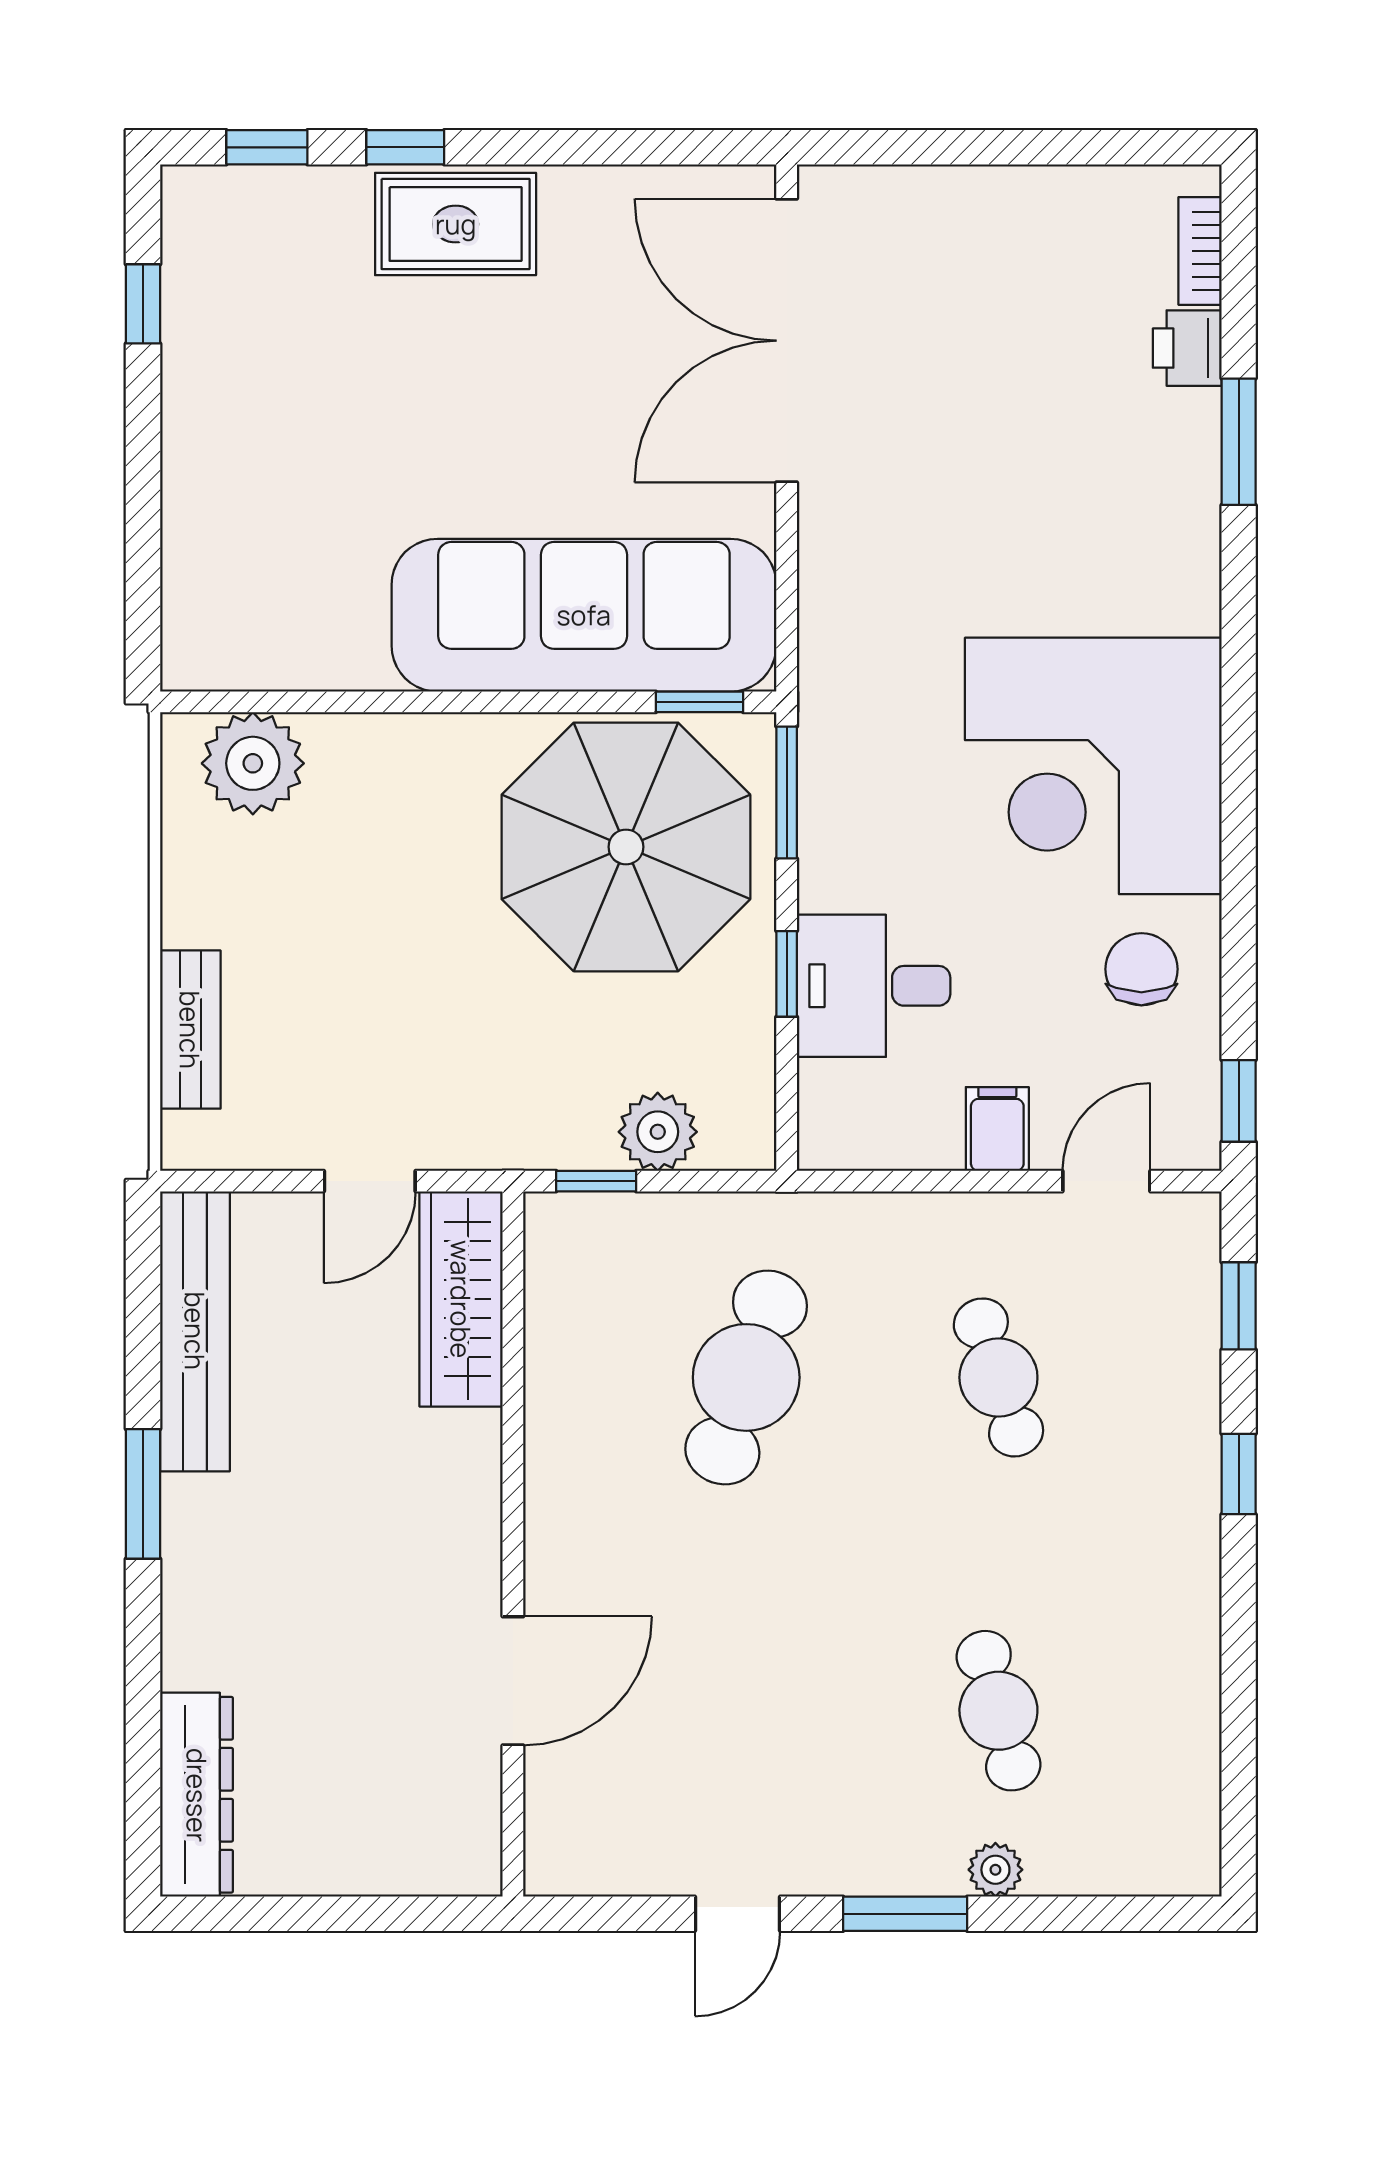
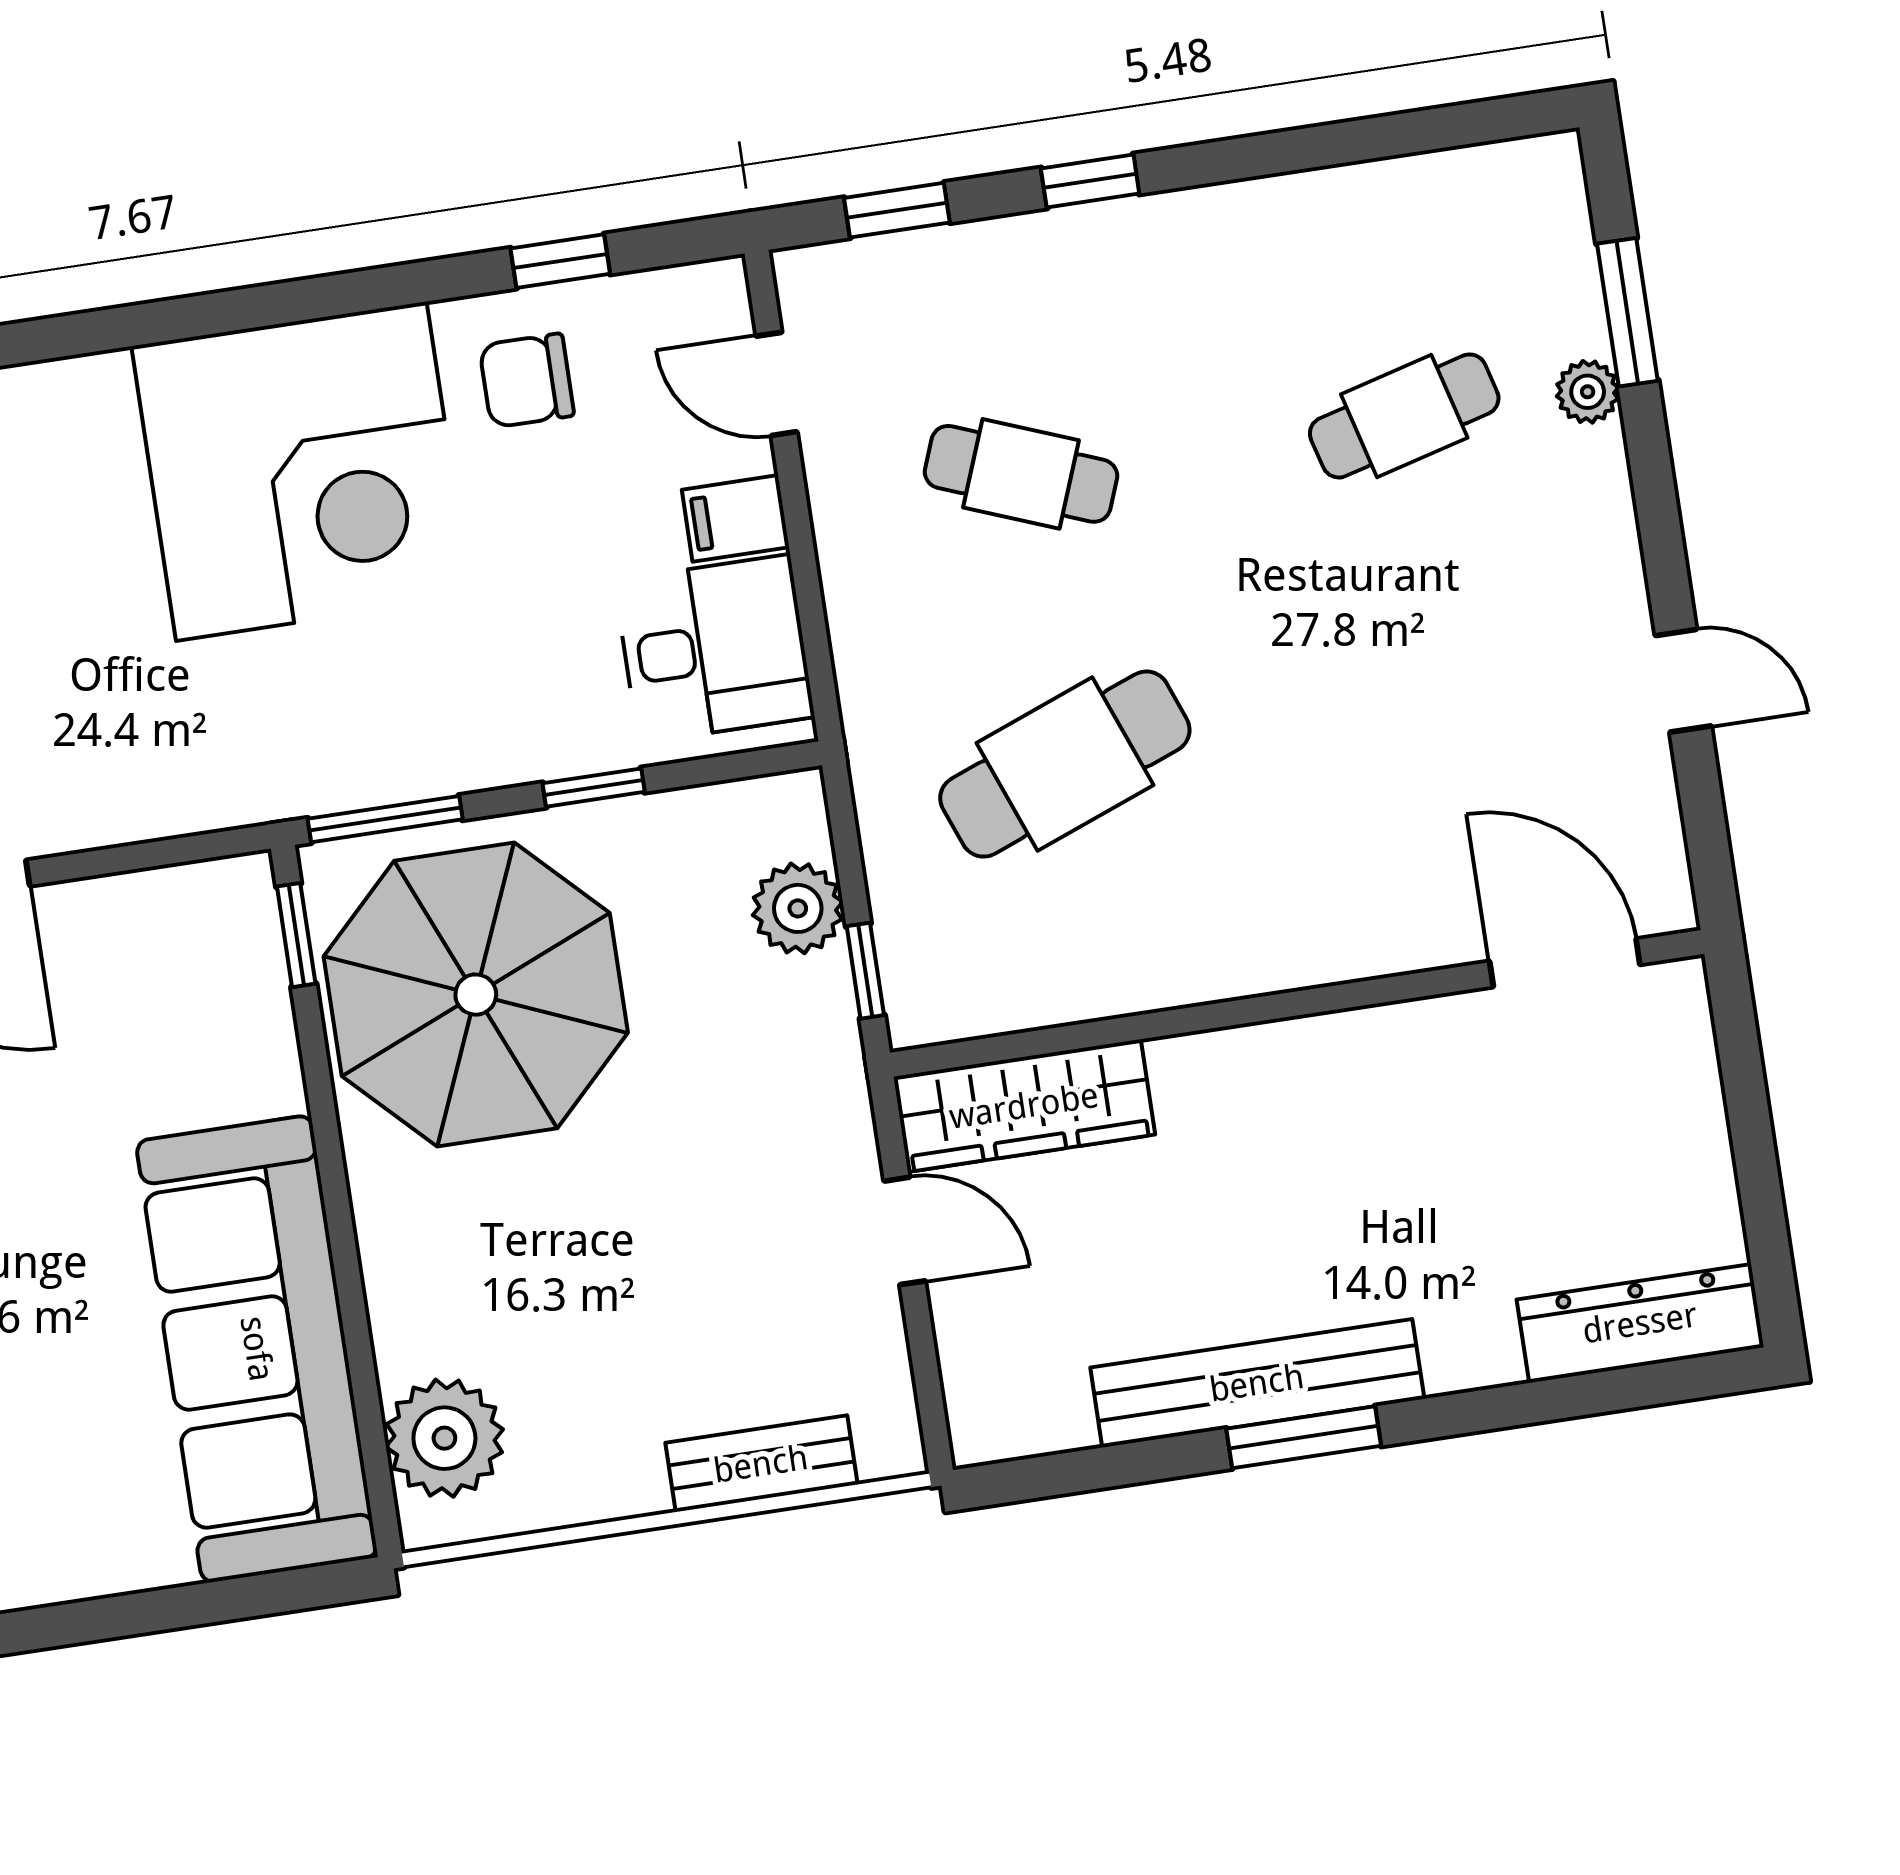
sofa: (584, 615) -> (257, 1349), moved
desk: (874, 986) -> (714, 649), moved, turned -90
window: (1239, 1101) -> (560, 261), moved
bench: (195, 1331) -> (1257, 1383), moved
cafe table: (746, 1377) -> (1065, 764), turned -39
cafe table: (998, 1377) -> (1021, 474), turned 39
door: (513, 1681) -> (1565, 963), moved
window: (905, 1914) -> (1627, 312), moved

